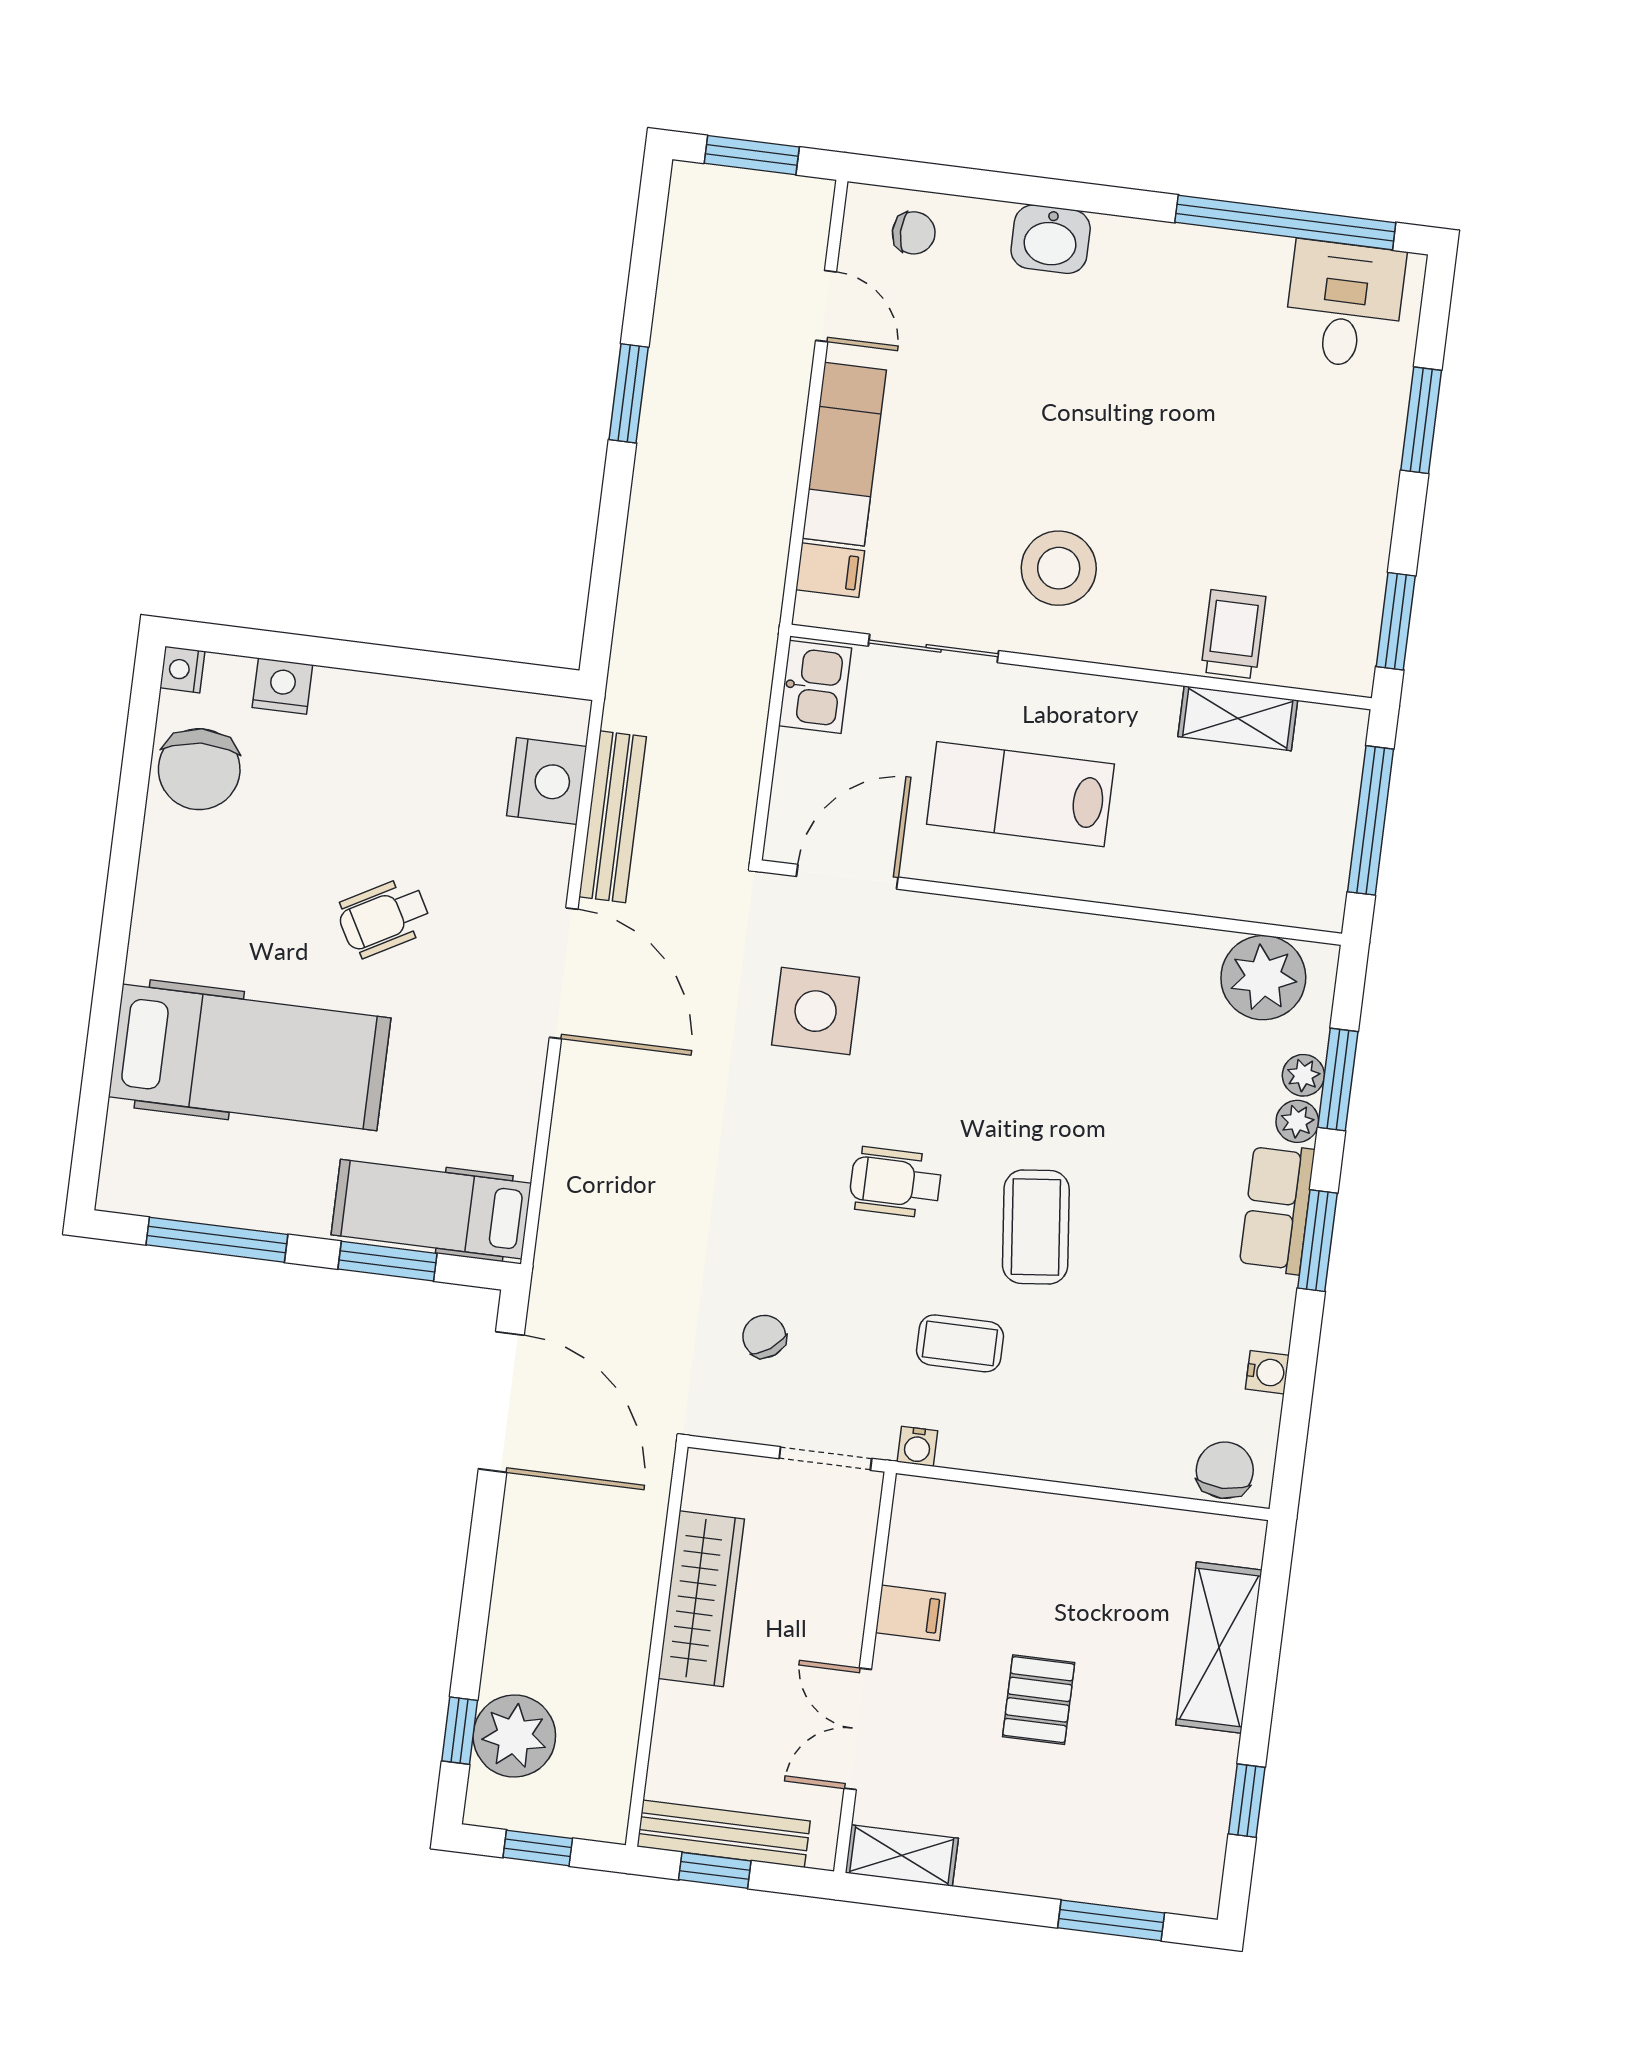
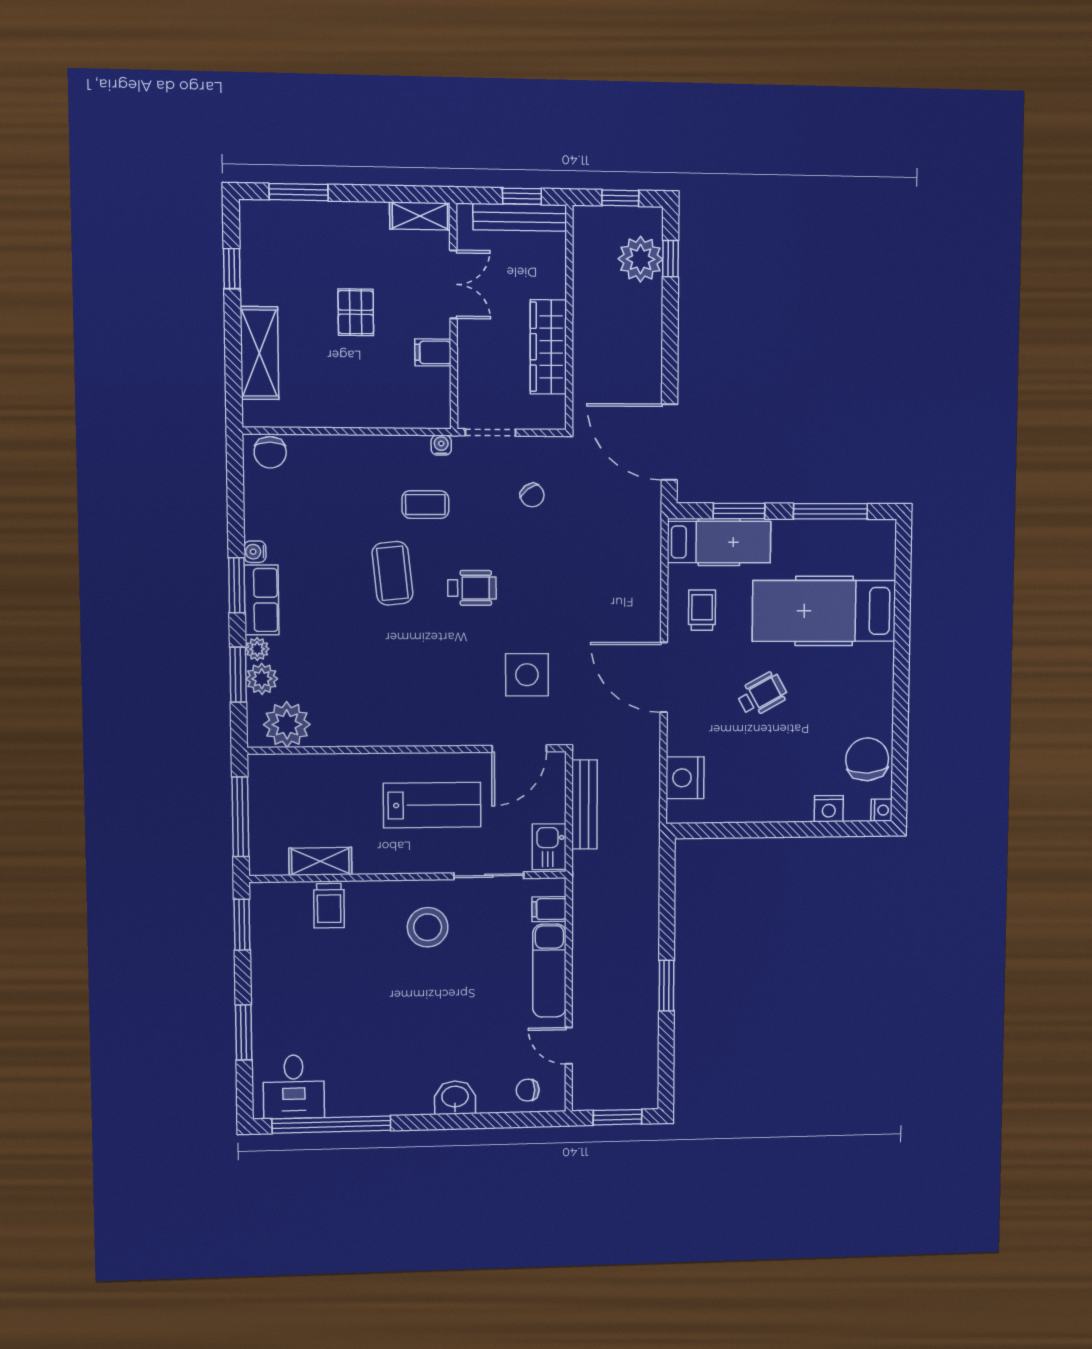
bench: (613, 817) -> (584, 805), moved
plant: (1303, 1075) -> (262, 679), width x1.38, depth x1.38
trolley: (478, 1088) -> (702, 610), added
water cooler: (1267, 1372) -> (255, 552), moved

